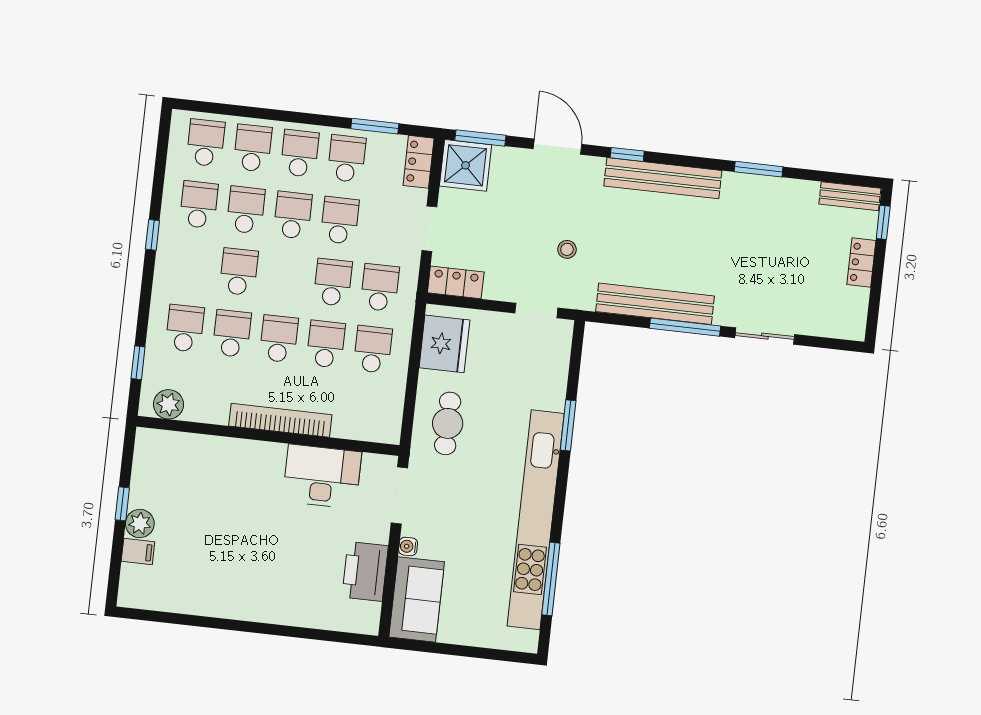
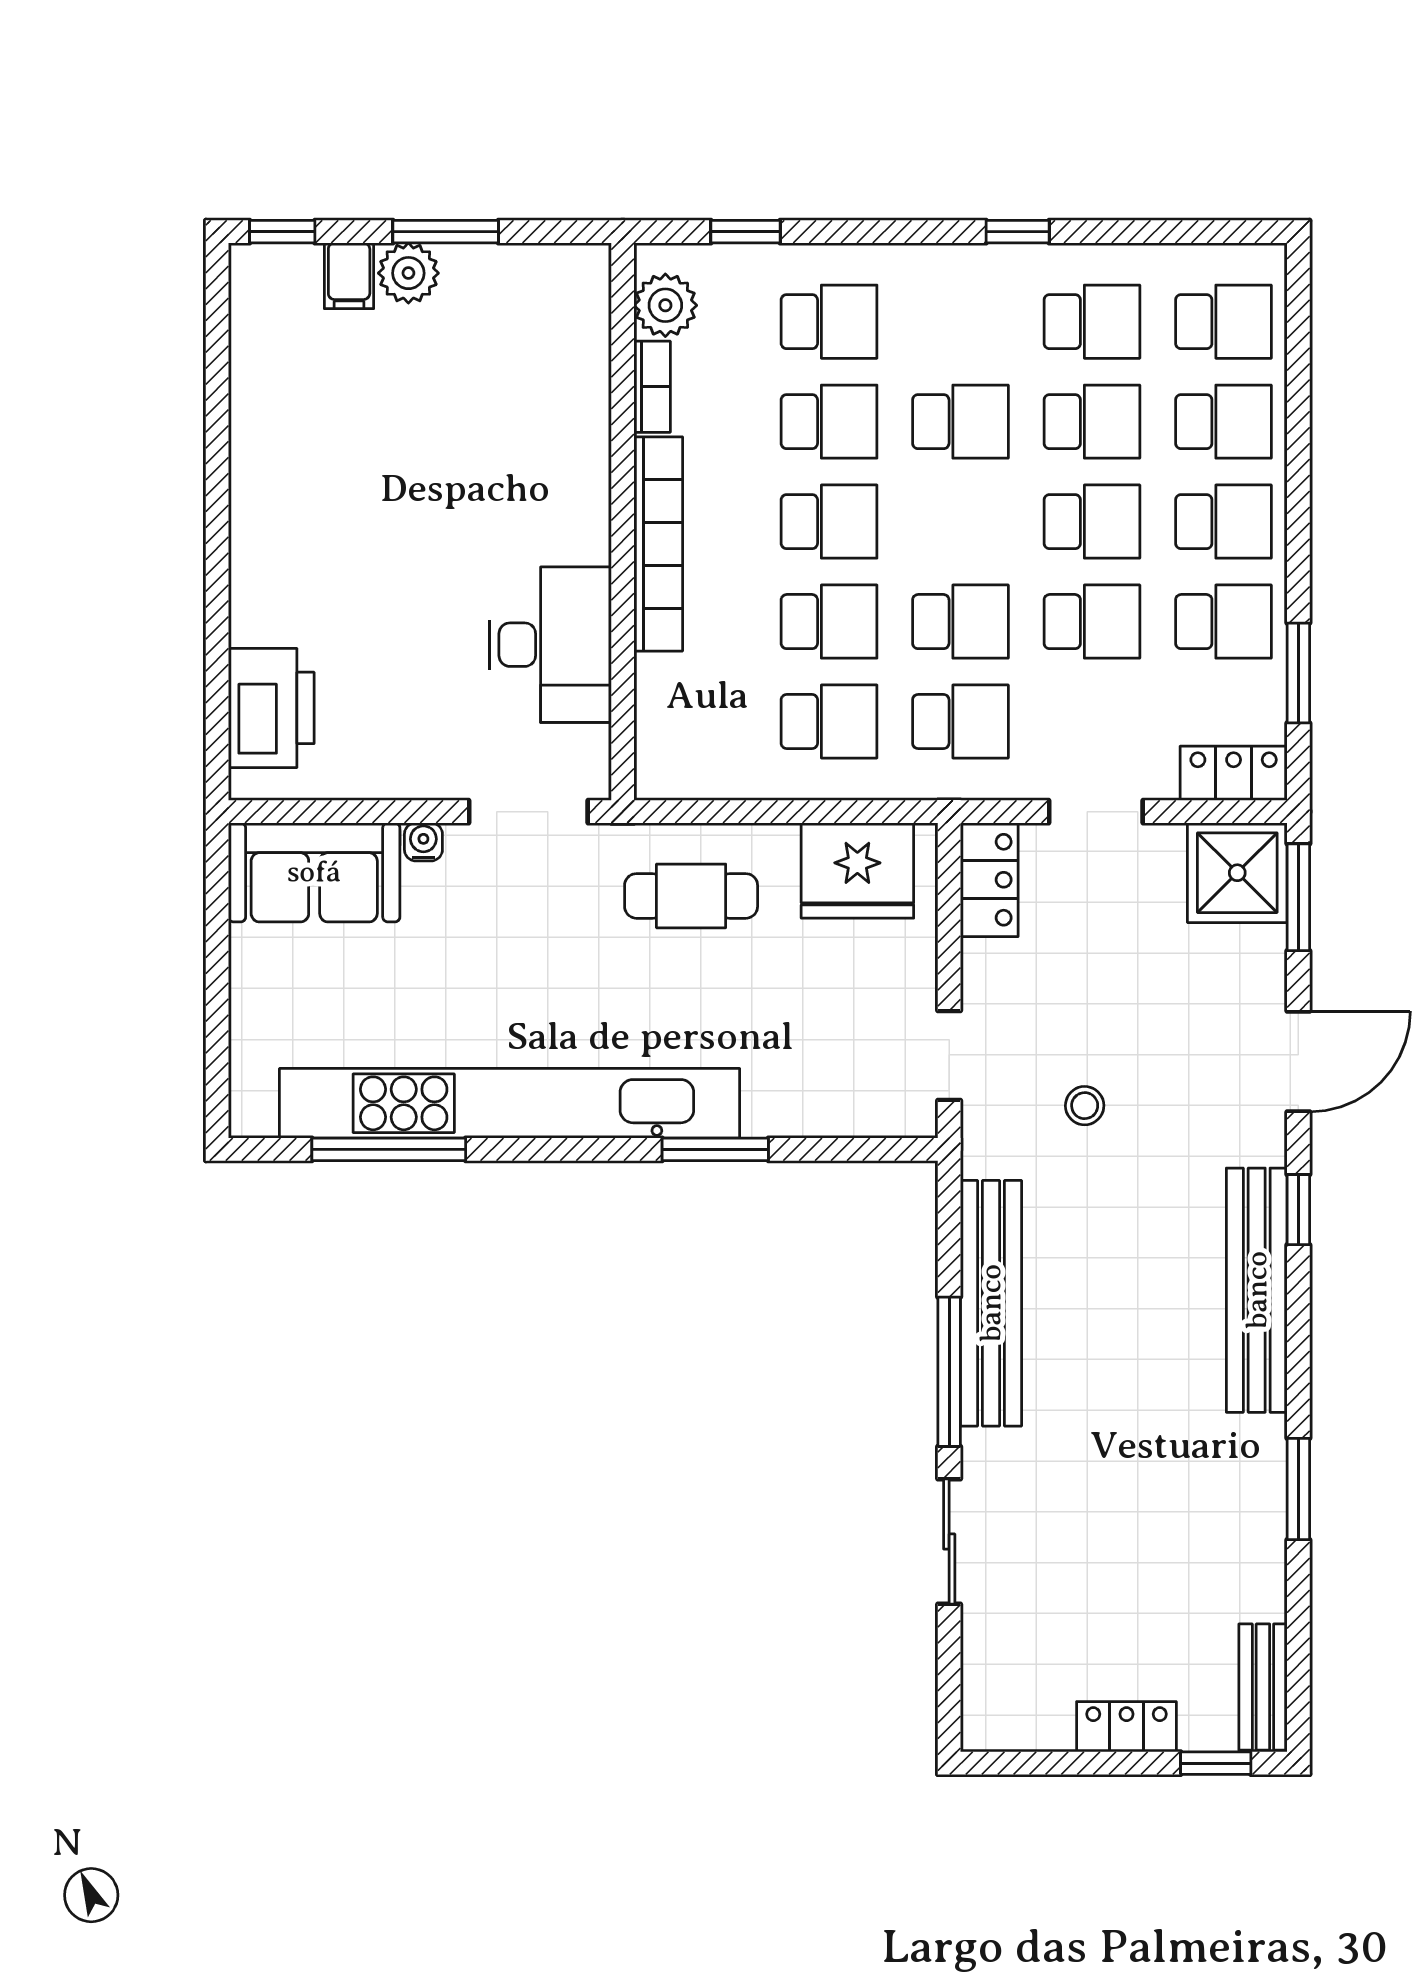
bookcase: (206, 415) -> (652, 387), added
window: (122, 504) -> (446, 232), width x1.50
printer: (365, 571) -> (271, 708), moved, turned 90
window: (114, 581) -> (282, 232), added

